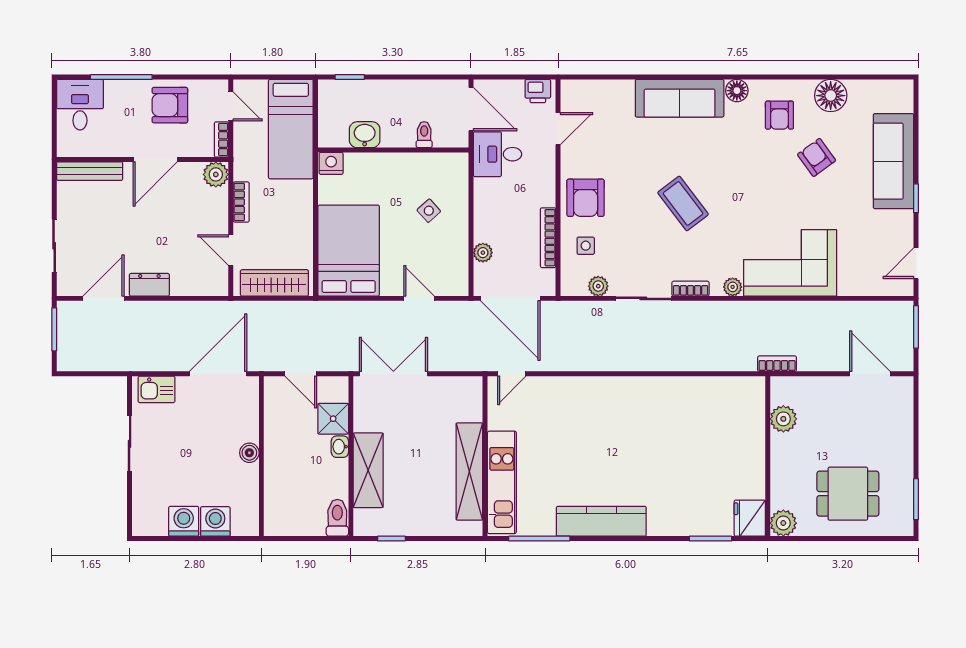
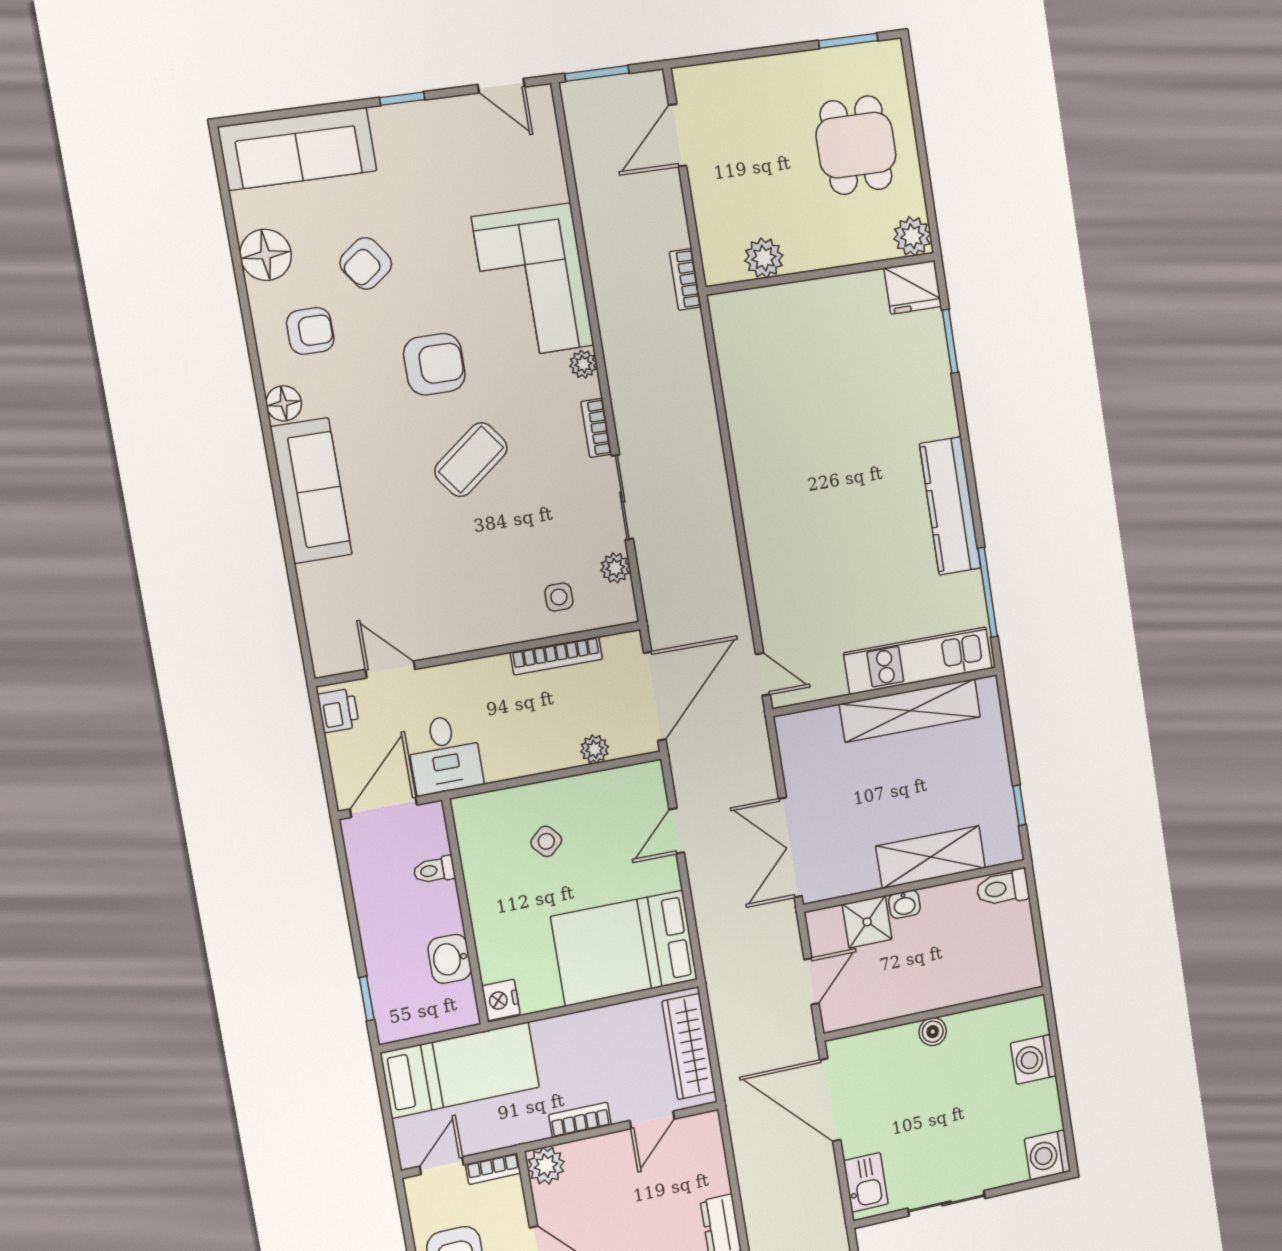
sofa: (893, 161) -> (298, 149), moved
armchair: (586, 198) -> (434, 364), moved
washing machine: (184, 521) -> (1048, 1155), moved

